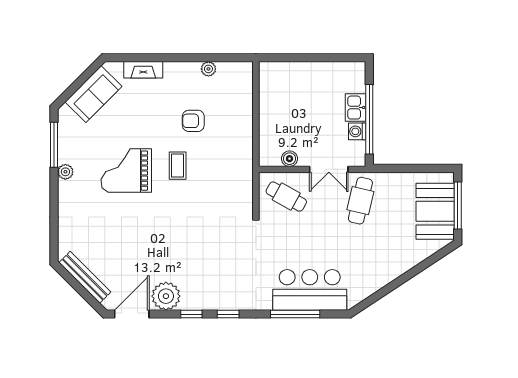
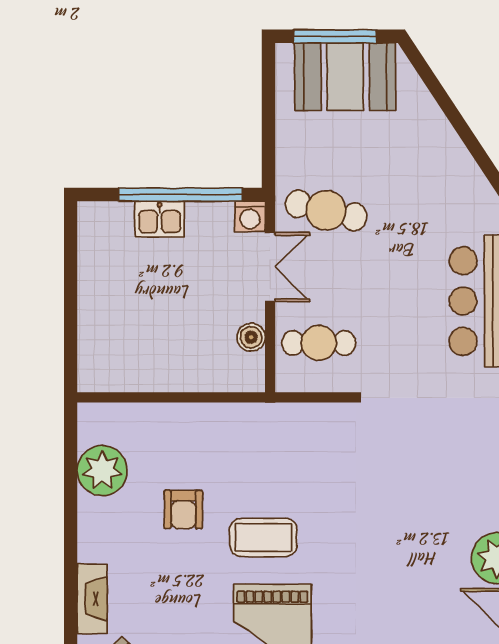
plant: (208, 69) -> (102, 471), width x1.87, depth x1.87
washing machine: (357, 131) -> (250, 216), moved
coffee table: (178, 166) -> (263, 537), width x1.36, depth x1.30
cafe table: (286, 197) -> (319, 343), turned 61

